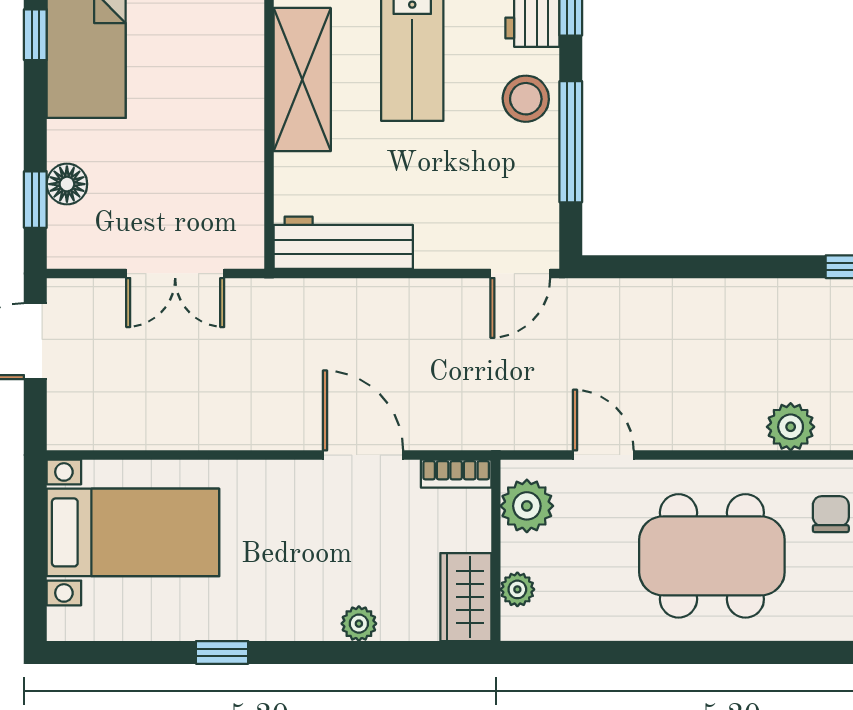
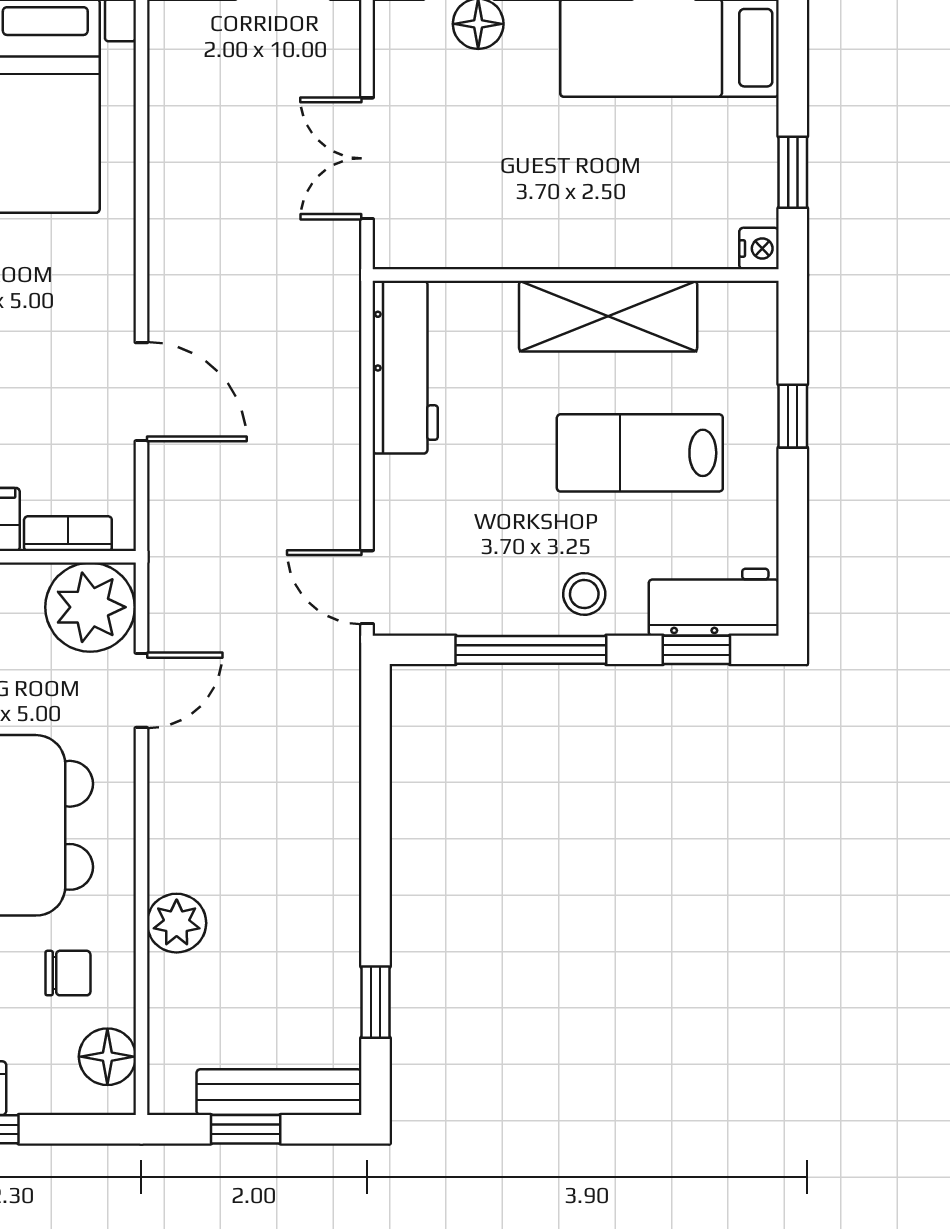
stool: (526, 99) -> (584, 594), width x0.73, depth x0.73
door: (363, 455) -> (141, 392), hinge flipped
bookcase: (456, 474) -> (68, 534), moved, turned 90
plant: (527, 506) -> (90, 607), width x1.36, depth x1.36

